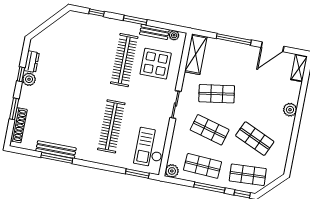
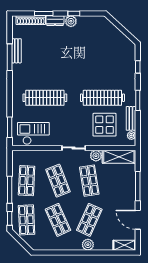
dresser: (32, 62) -> (55, 21), moved
shop shelf: (262, 102) -> (89, 220), added
shop shelf: (210, 130) -> (58, 181), turned -36
shop shelf: (255, 139) -> (58, 220), turned -48
bench: (56, 150) -> (16, 51), width x0.73
plant: (172, 171) -> (96, 156), moved

